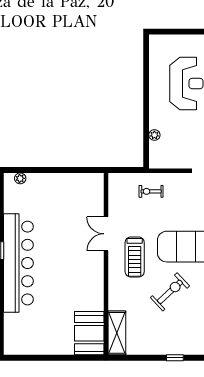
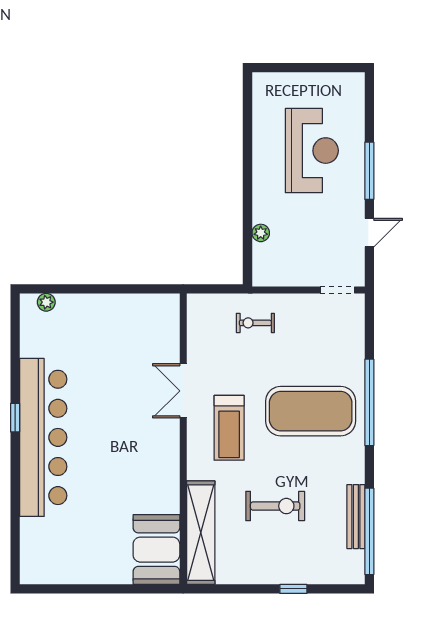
exercise bike: (170, 292) -> (275, 506), moved, turned 43
shelving: (117, 333) -> (201, 533), width x1.47

